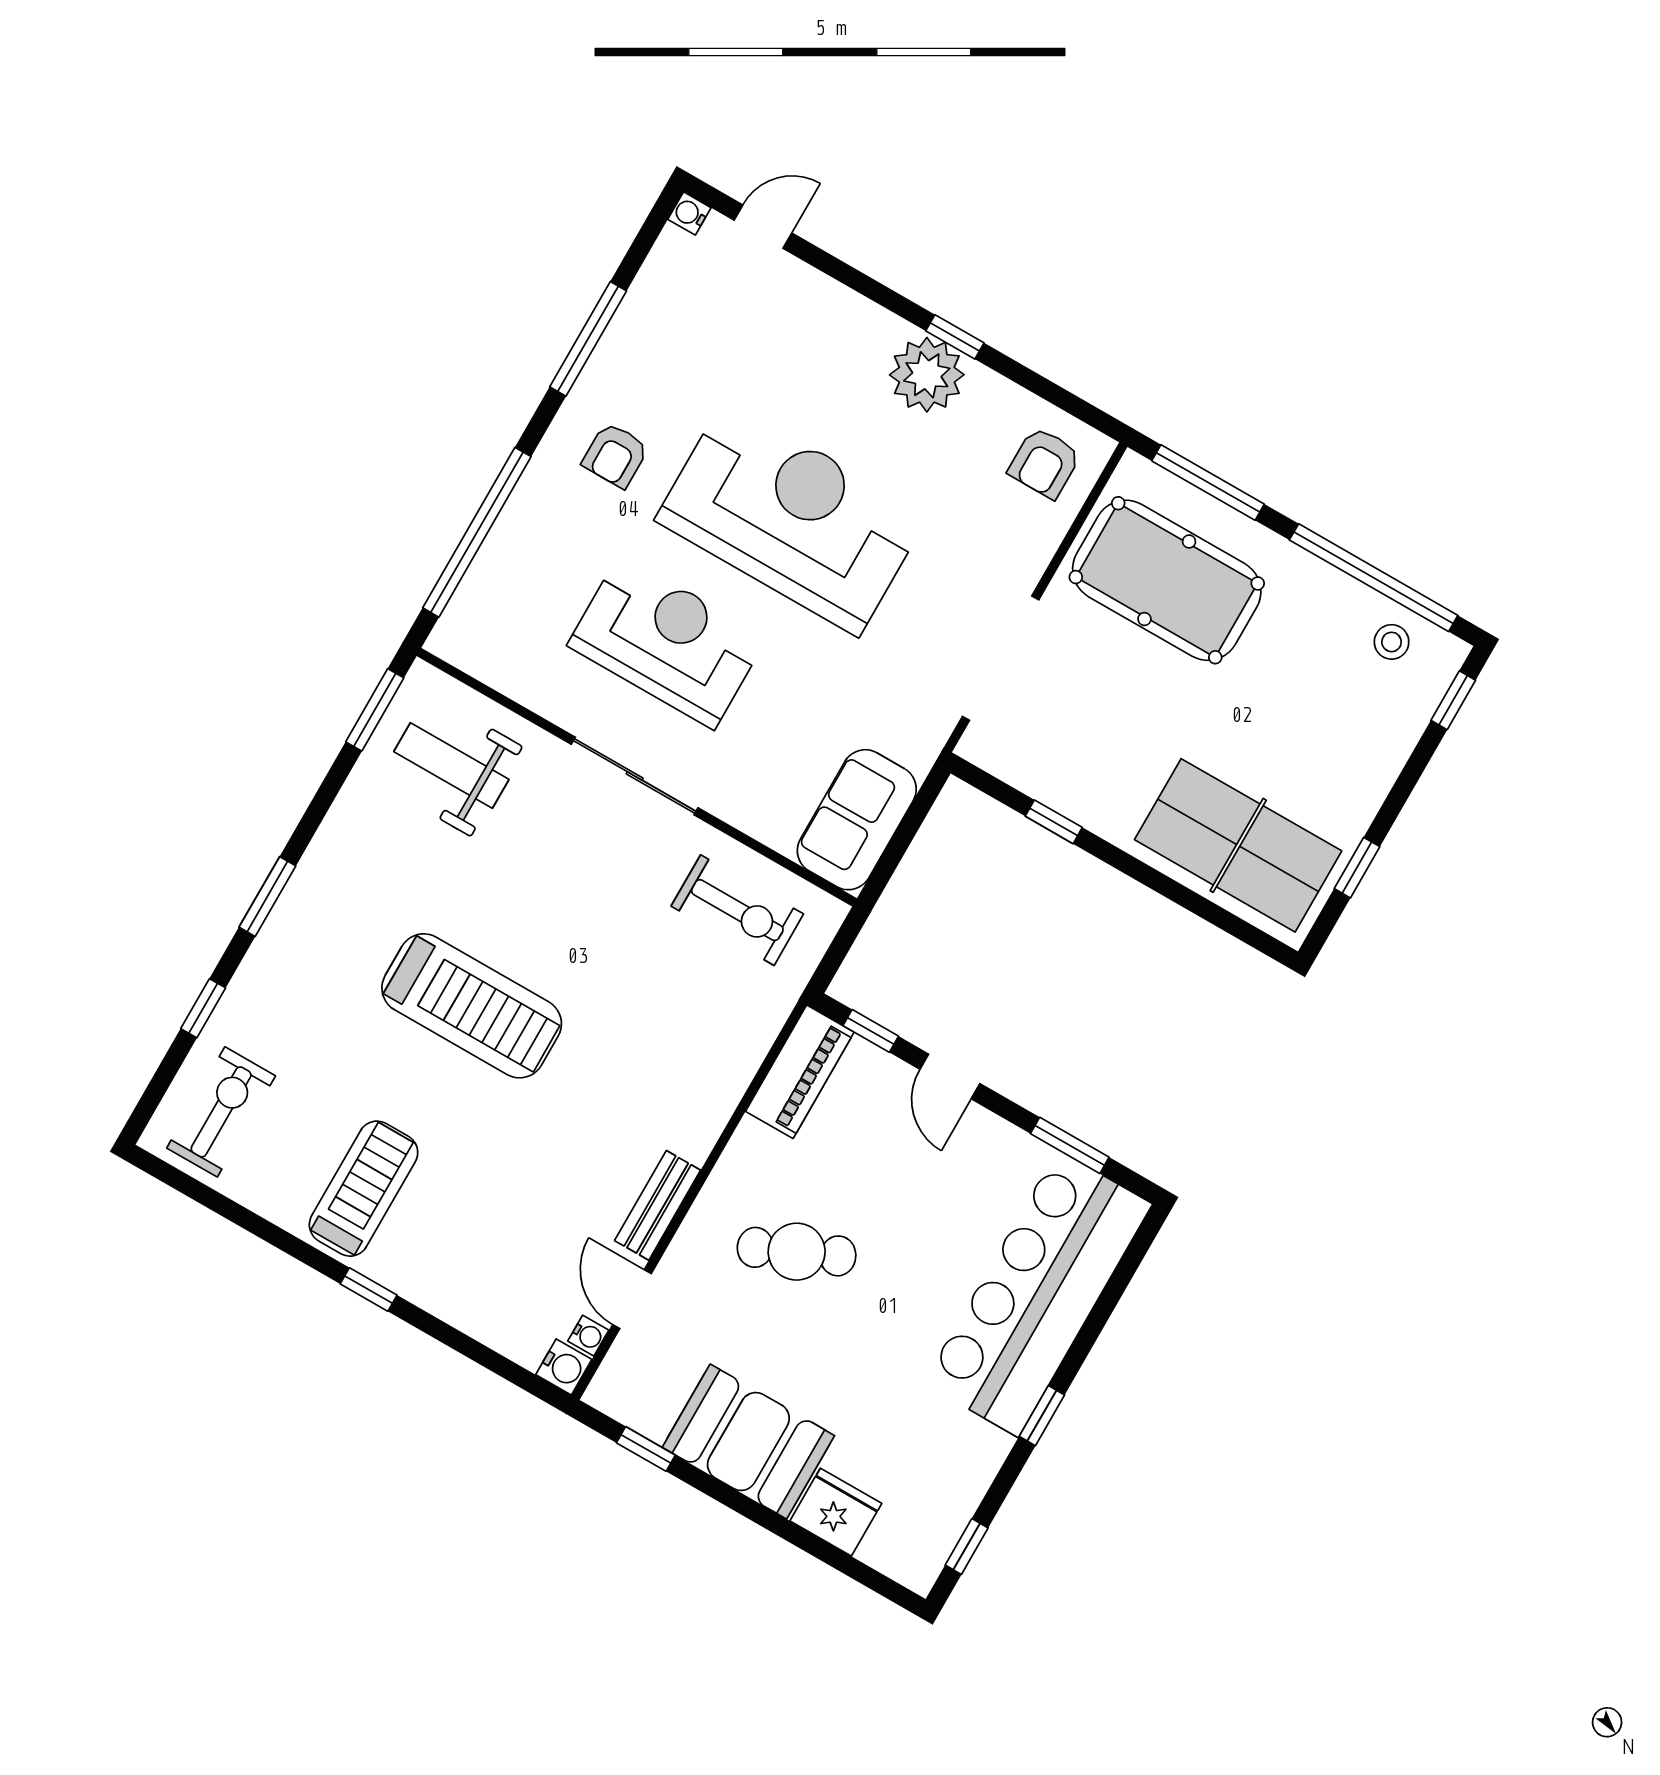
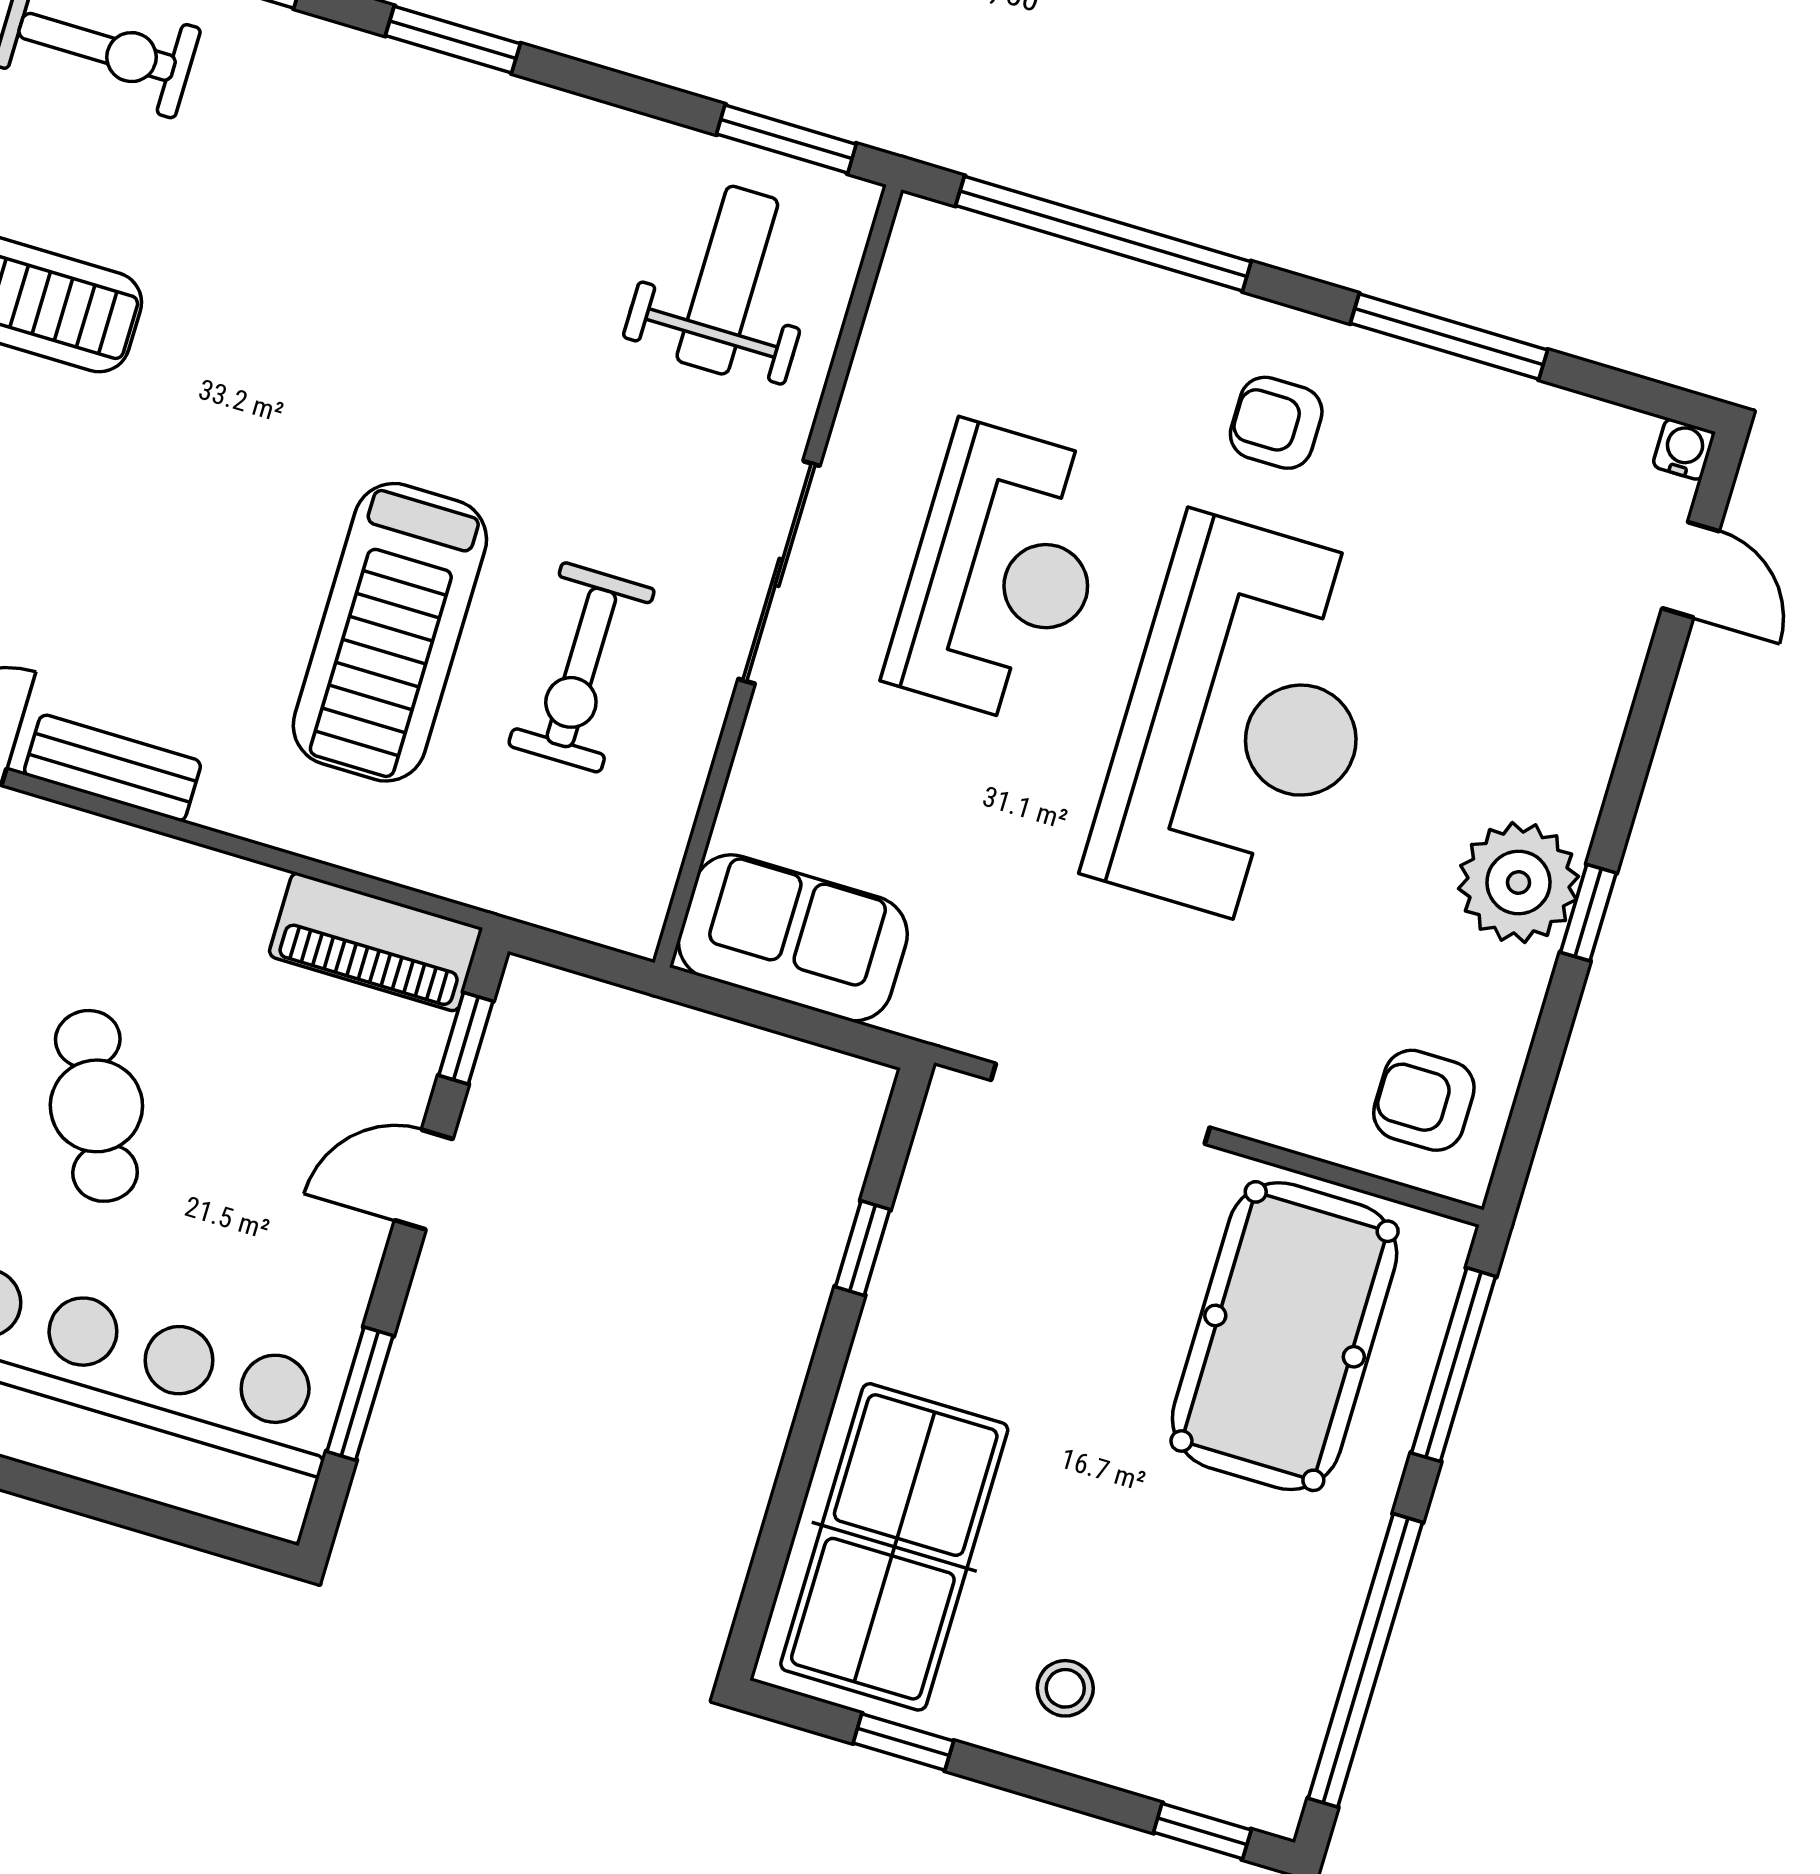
stool: (1392, 642) -> (1065, 1688), moved
exercise bike: (737, 910) -> (581, 667), moved
treadmill: (472, 1006) -> (390, 632), moved
cafe table: (797, 1252) -> (96, 1106), moved

